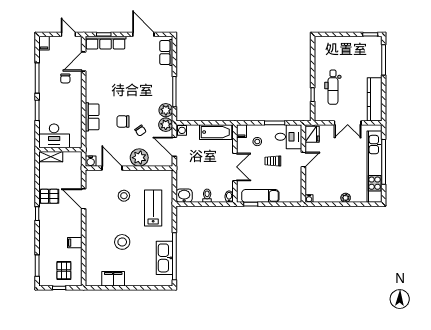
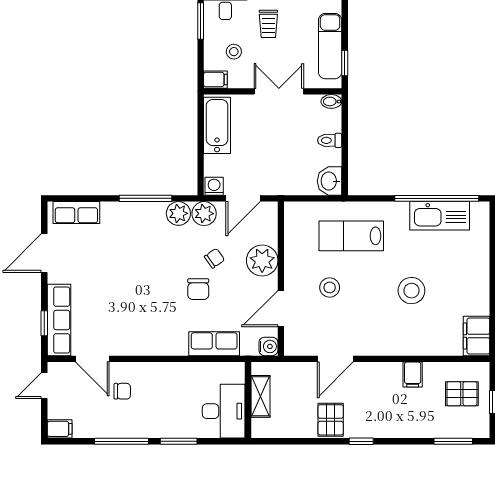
row of seats: (92, 117) -> (214, 344), moved
shelving: (51, 157) -> (261, 396), moved
filing cabinet: (113, 279) -> (477, 336), moved

